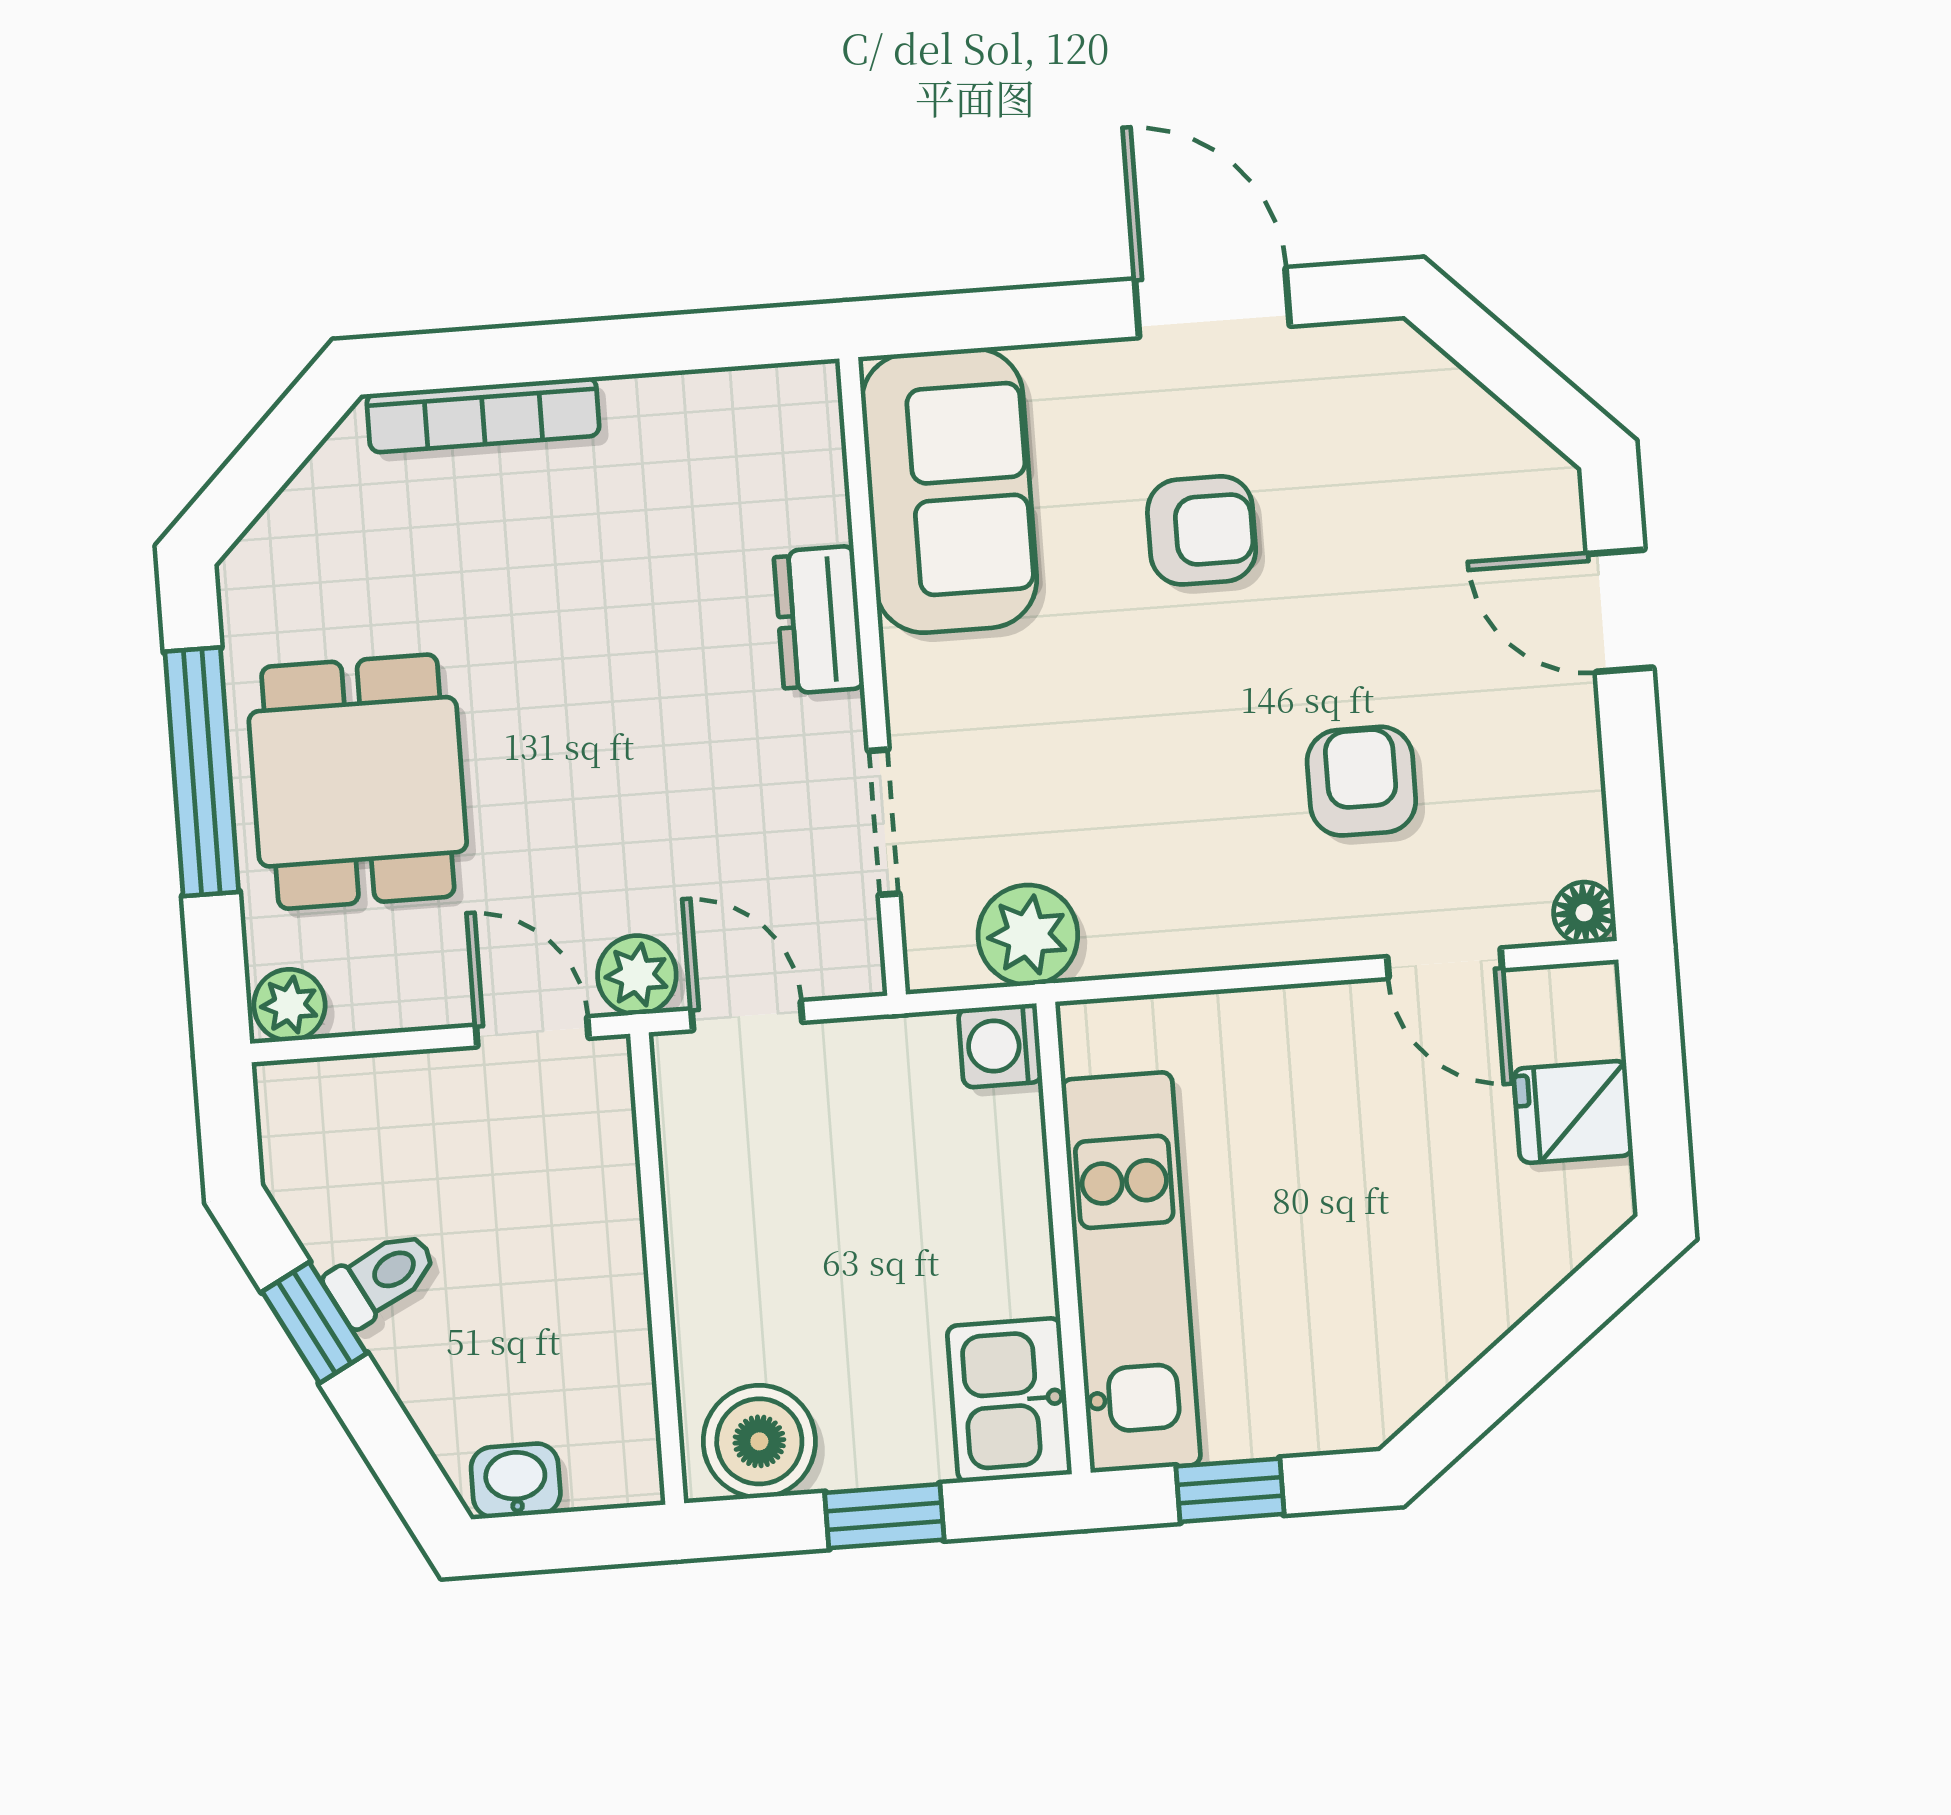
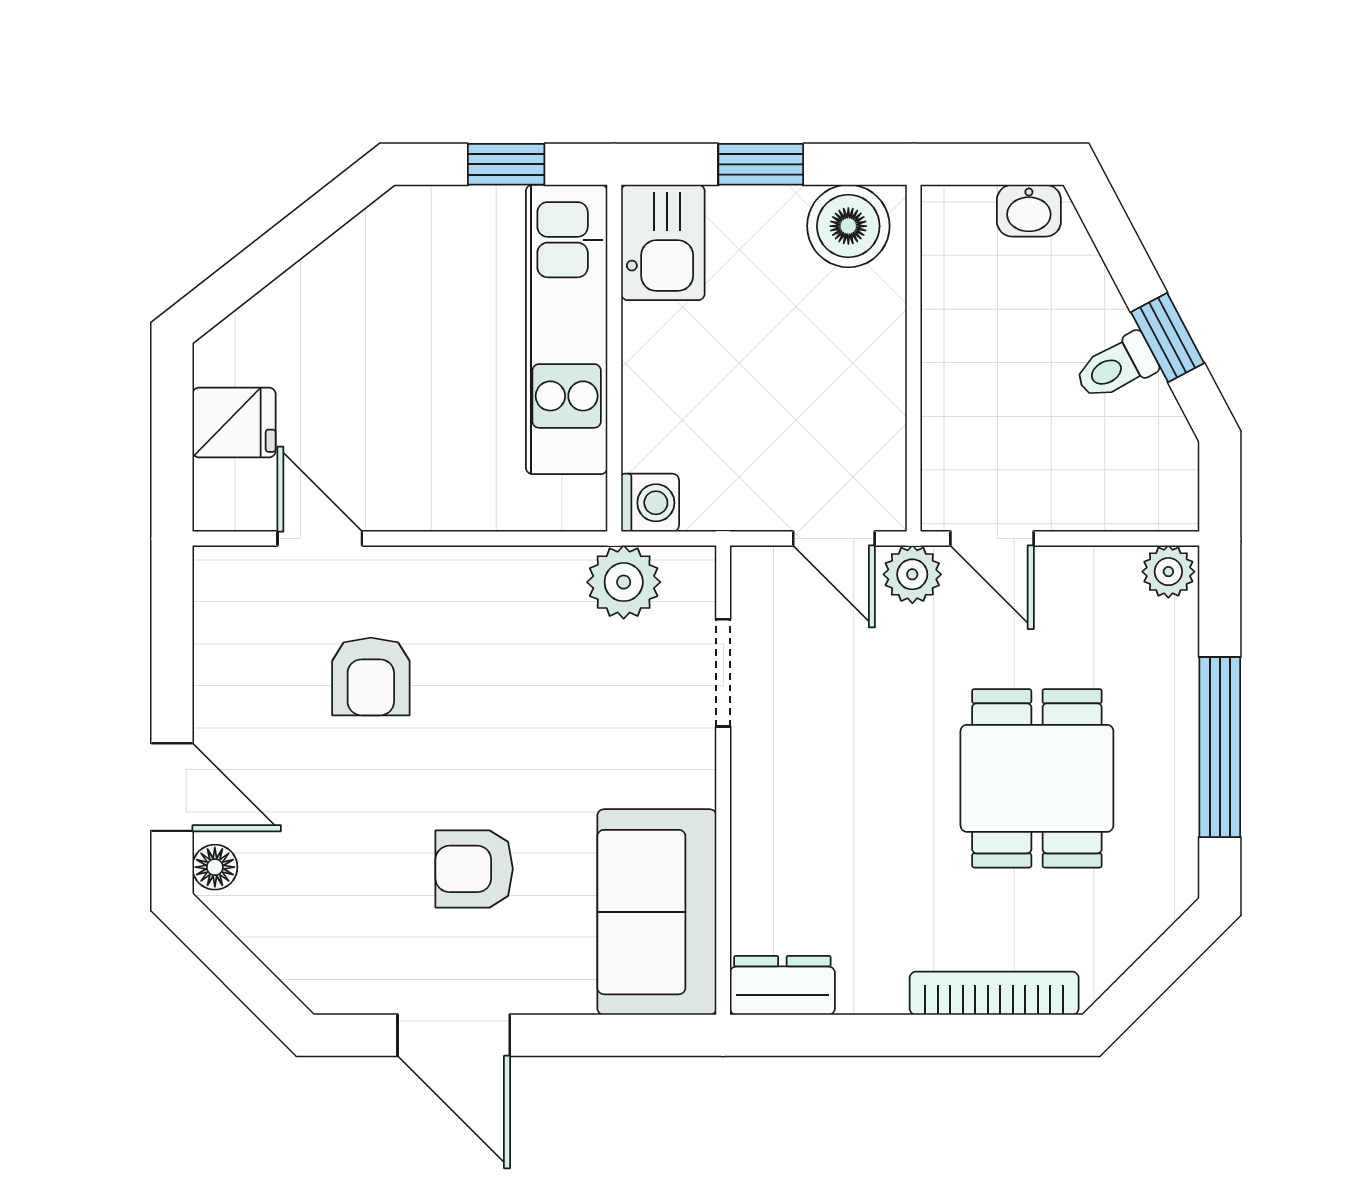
dresser: (819, 620) -> (782, 985), moved, turned -90
dining table: (358, 782) -> (1037, 778), moved
floor lamp: (1584, 913) -> (215, 867), moved

